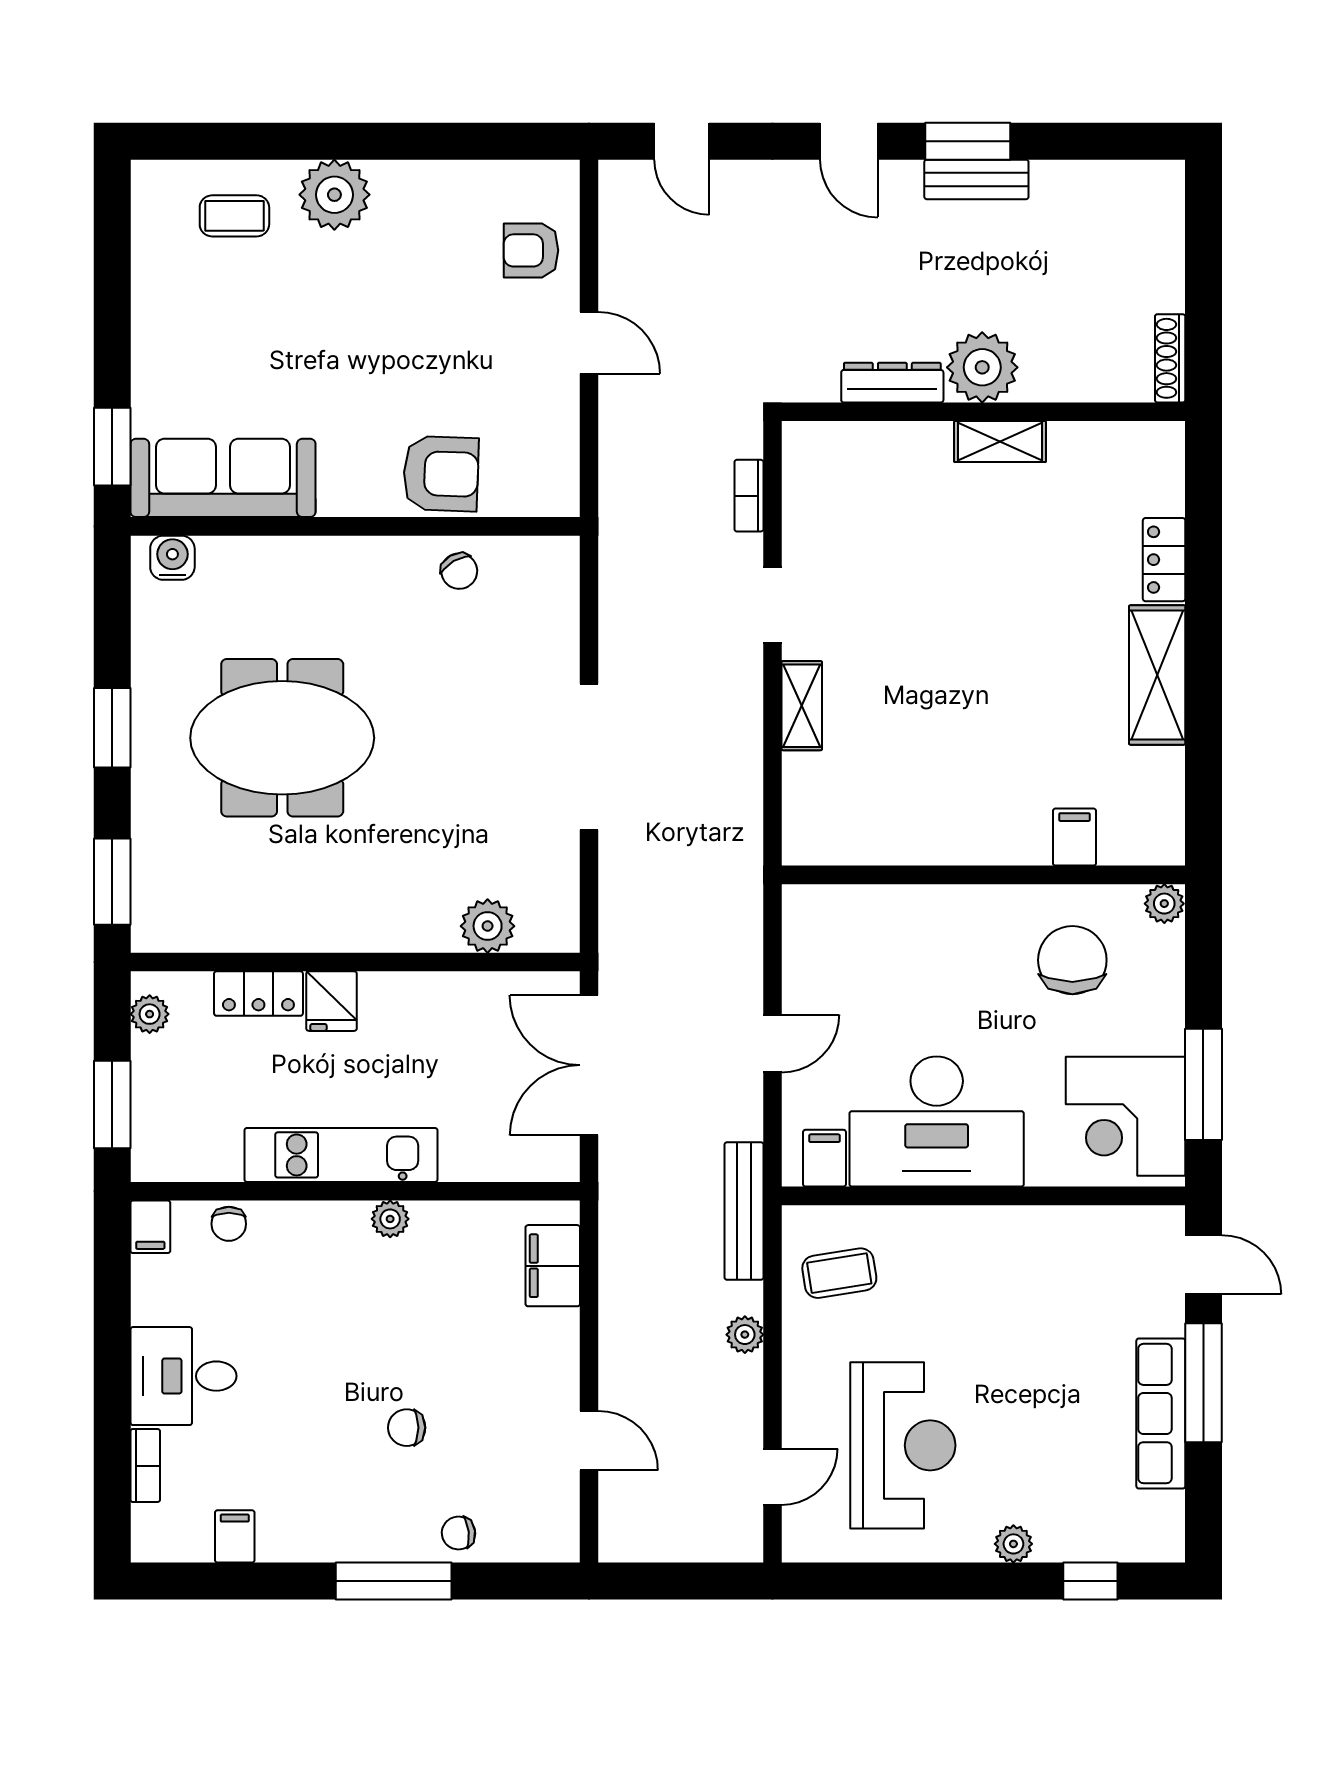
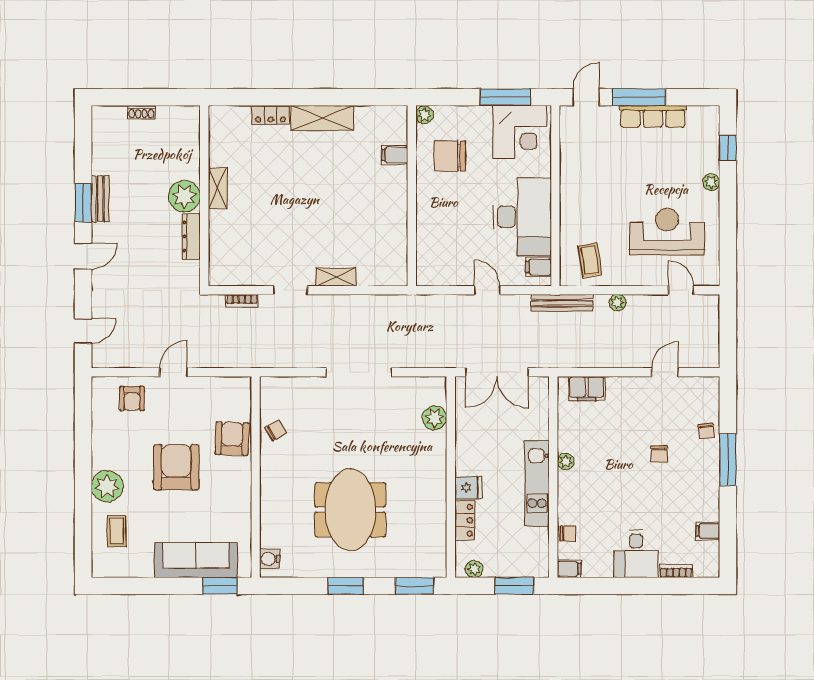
armchair: (377, 349) -> (176, 467), added
shoe rack: (1170, 358) -> (141, 112), moved, width x0.70
sofa: (223, 478) -> (196, 560), moved, turned 90

